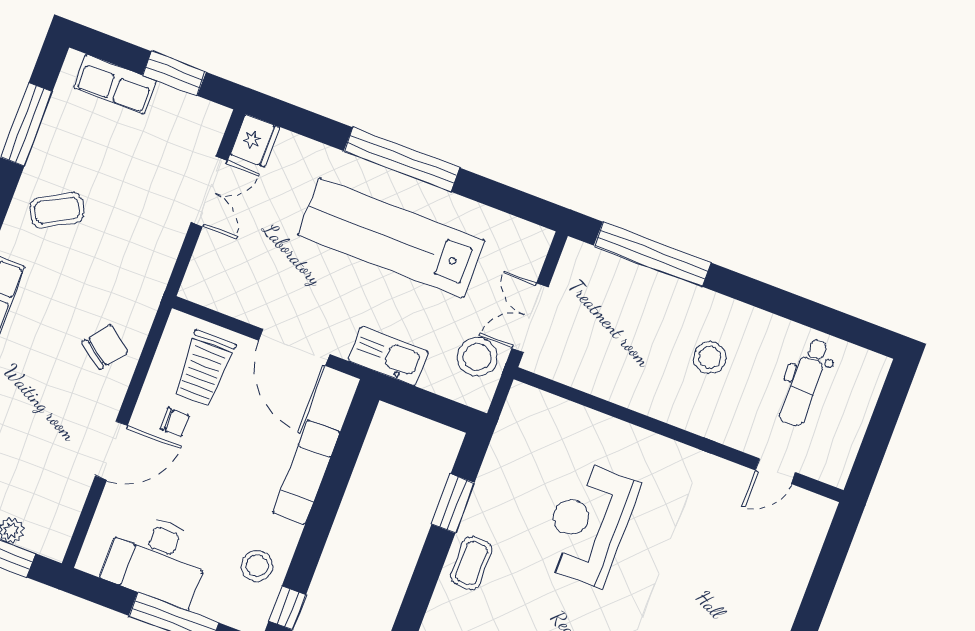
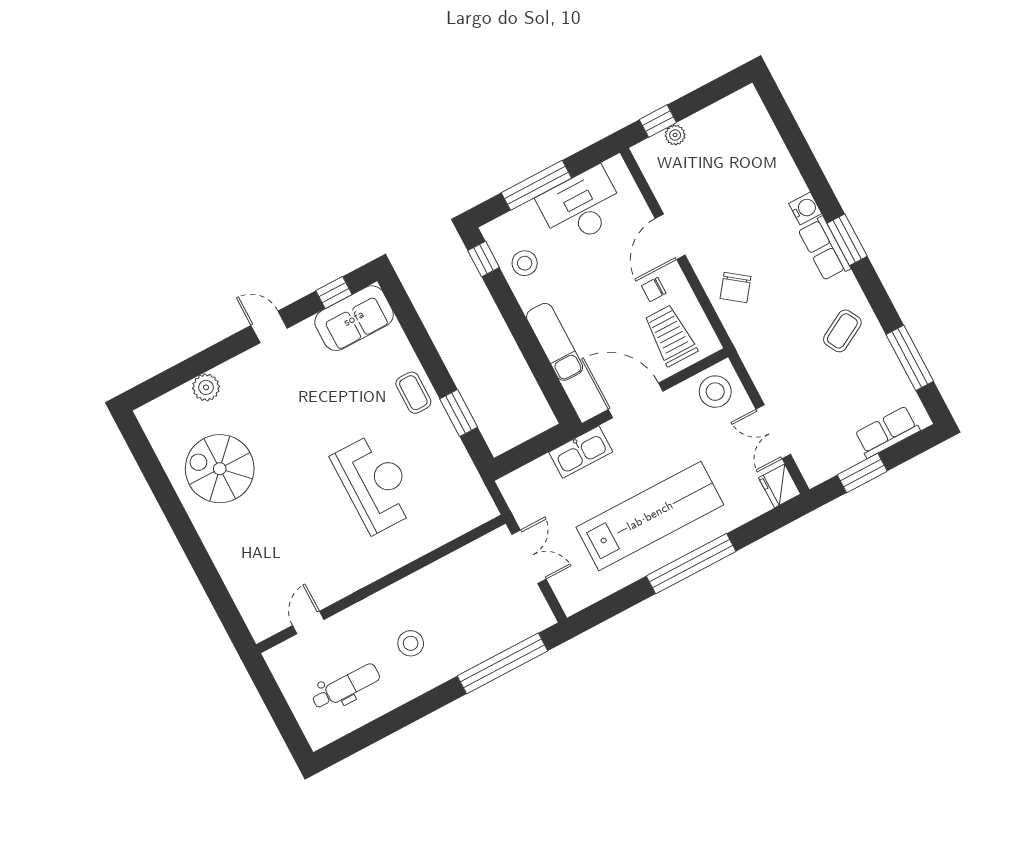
stool: (477, 357) -> (715, 392), moved
dental chair: (805, 382) -> (346, 687), turned 90

